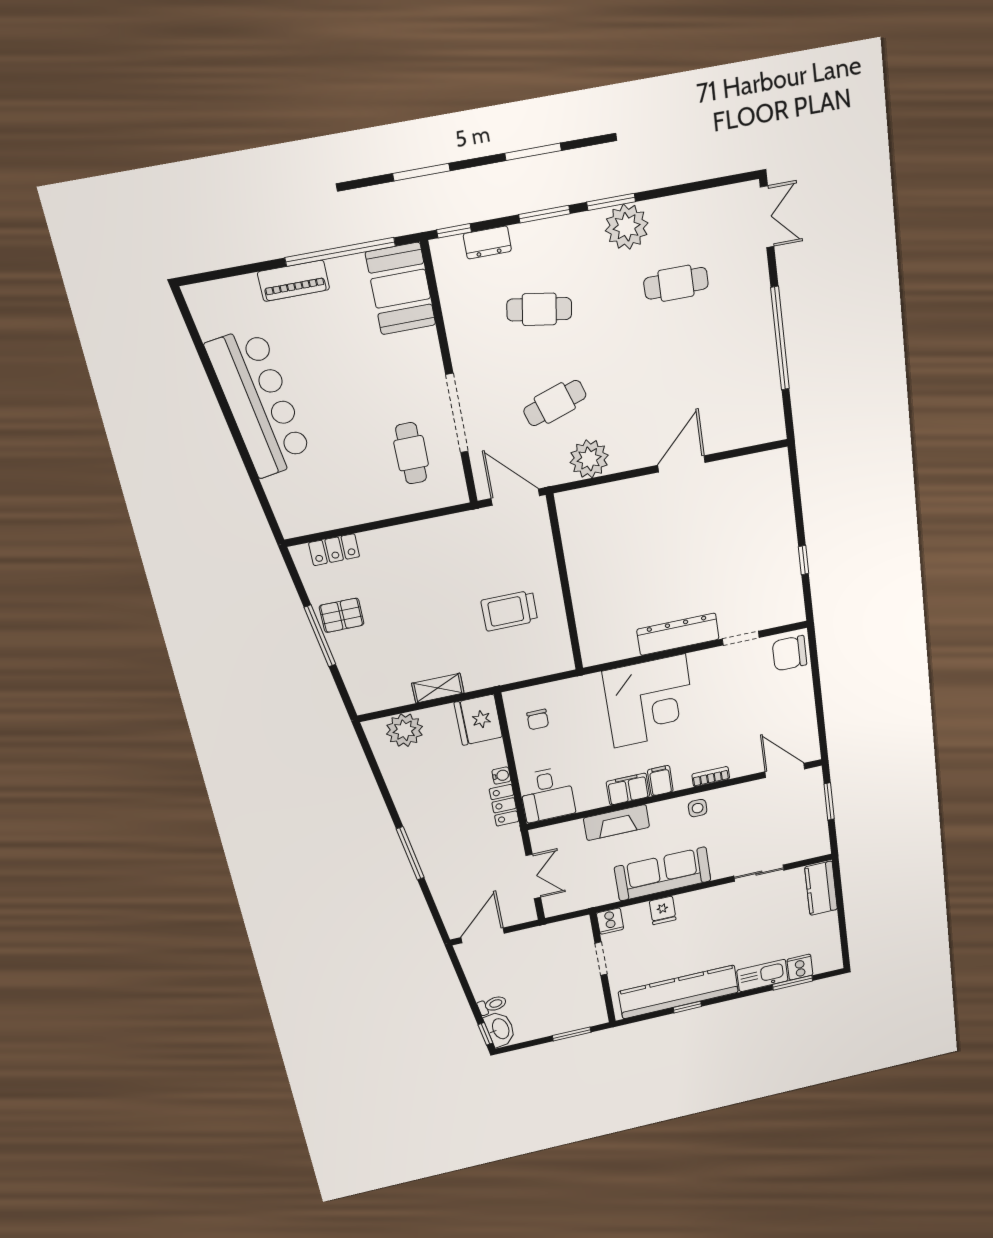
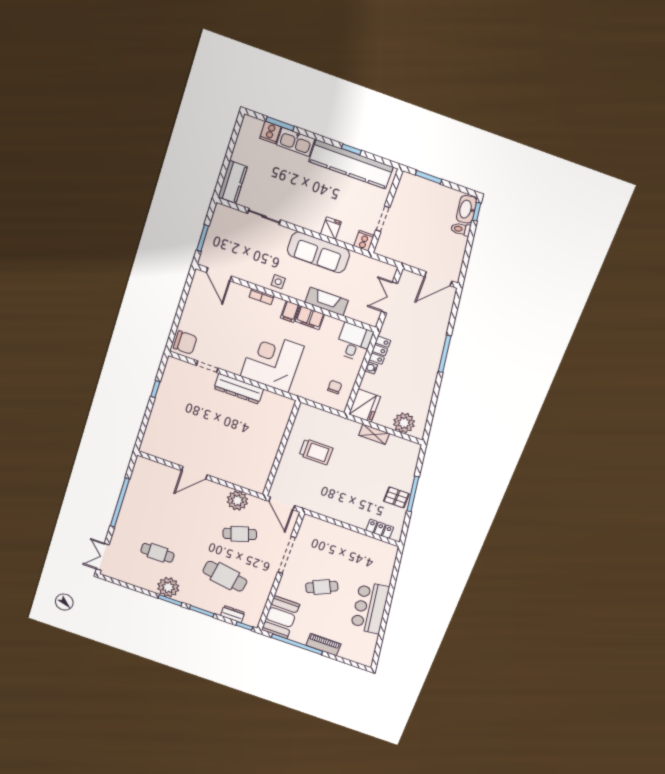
cafe table: (539, 309) -> (225, 576), width x1.37, depth x1.35
bar counter: (259, 403) -> (370, 608), width x0.73
cafe table: (411, 453) -> (322, 587), moved, turned 65

